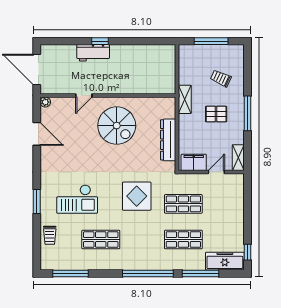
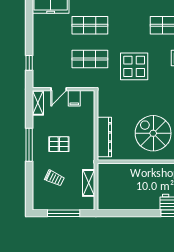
shelving: (185, 99) -> (89, 183), moved
dresser: (168, 140) -> (104, 137), moved
filing cabinet: (194, 162) -> (74, 98), width x0.50
window: (247, 252) -> (29, 63), moved

